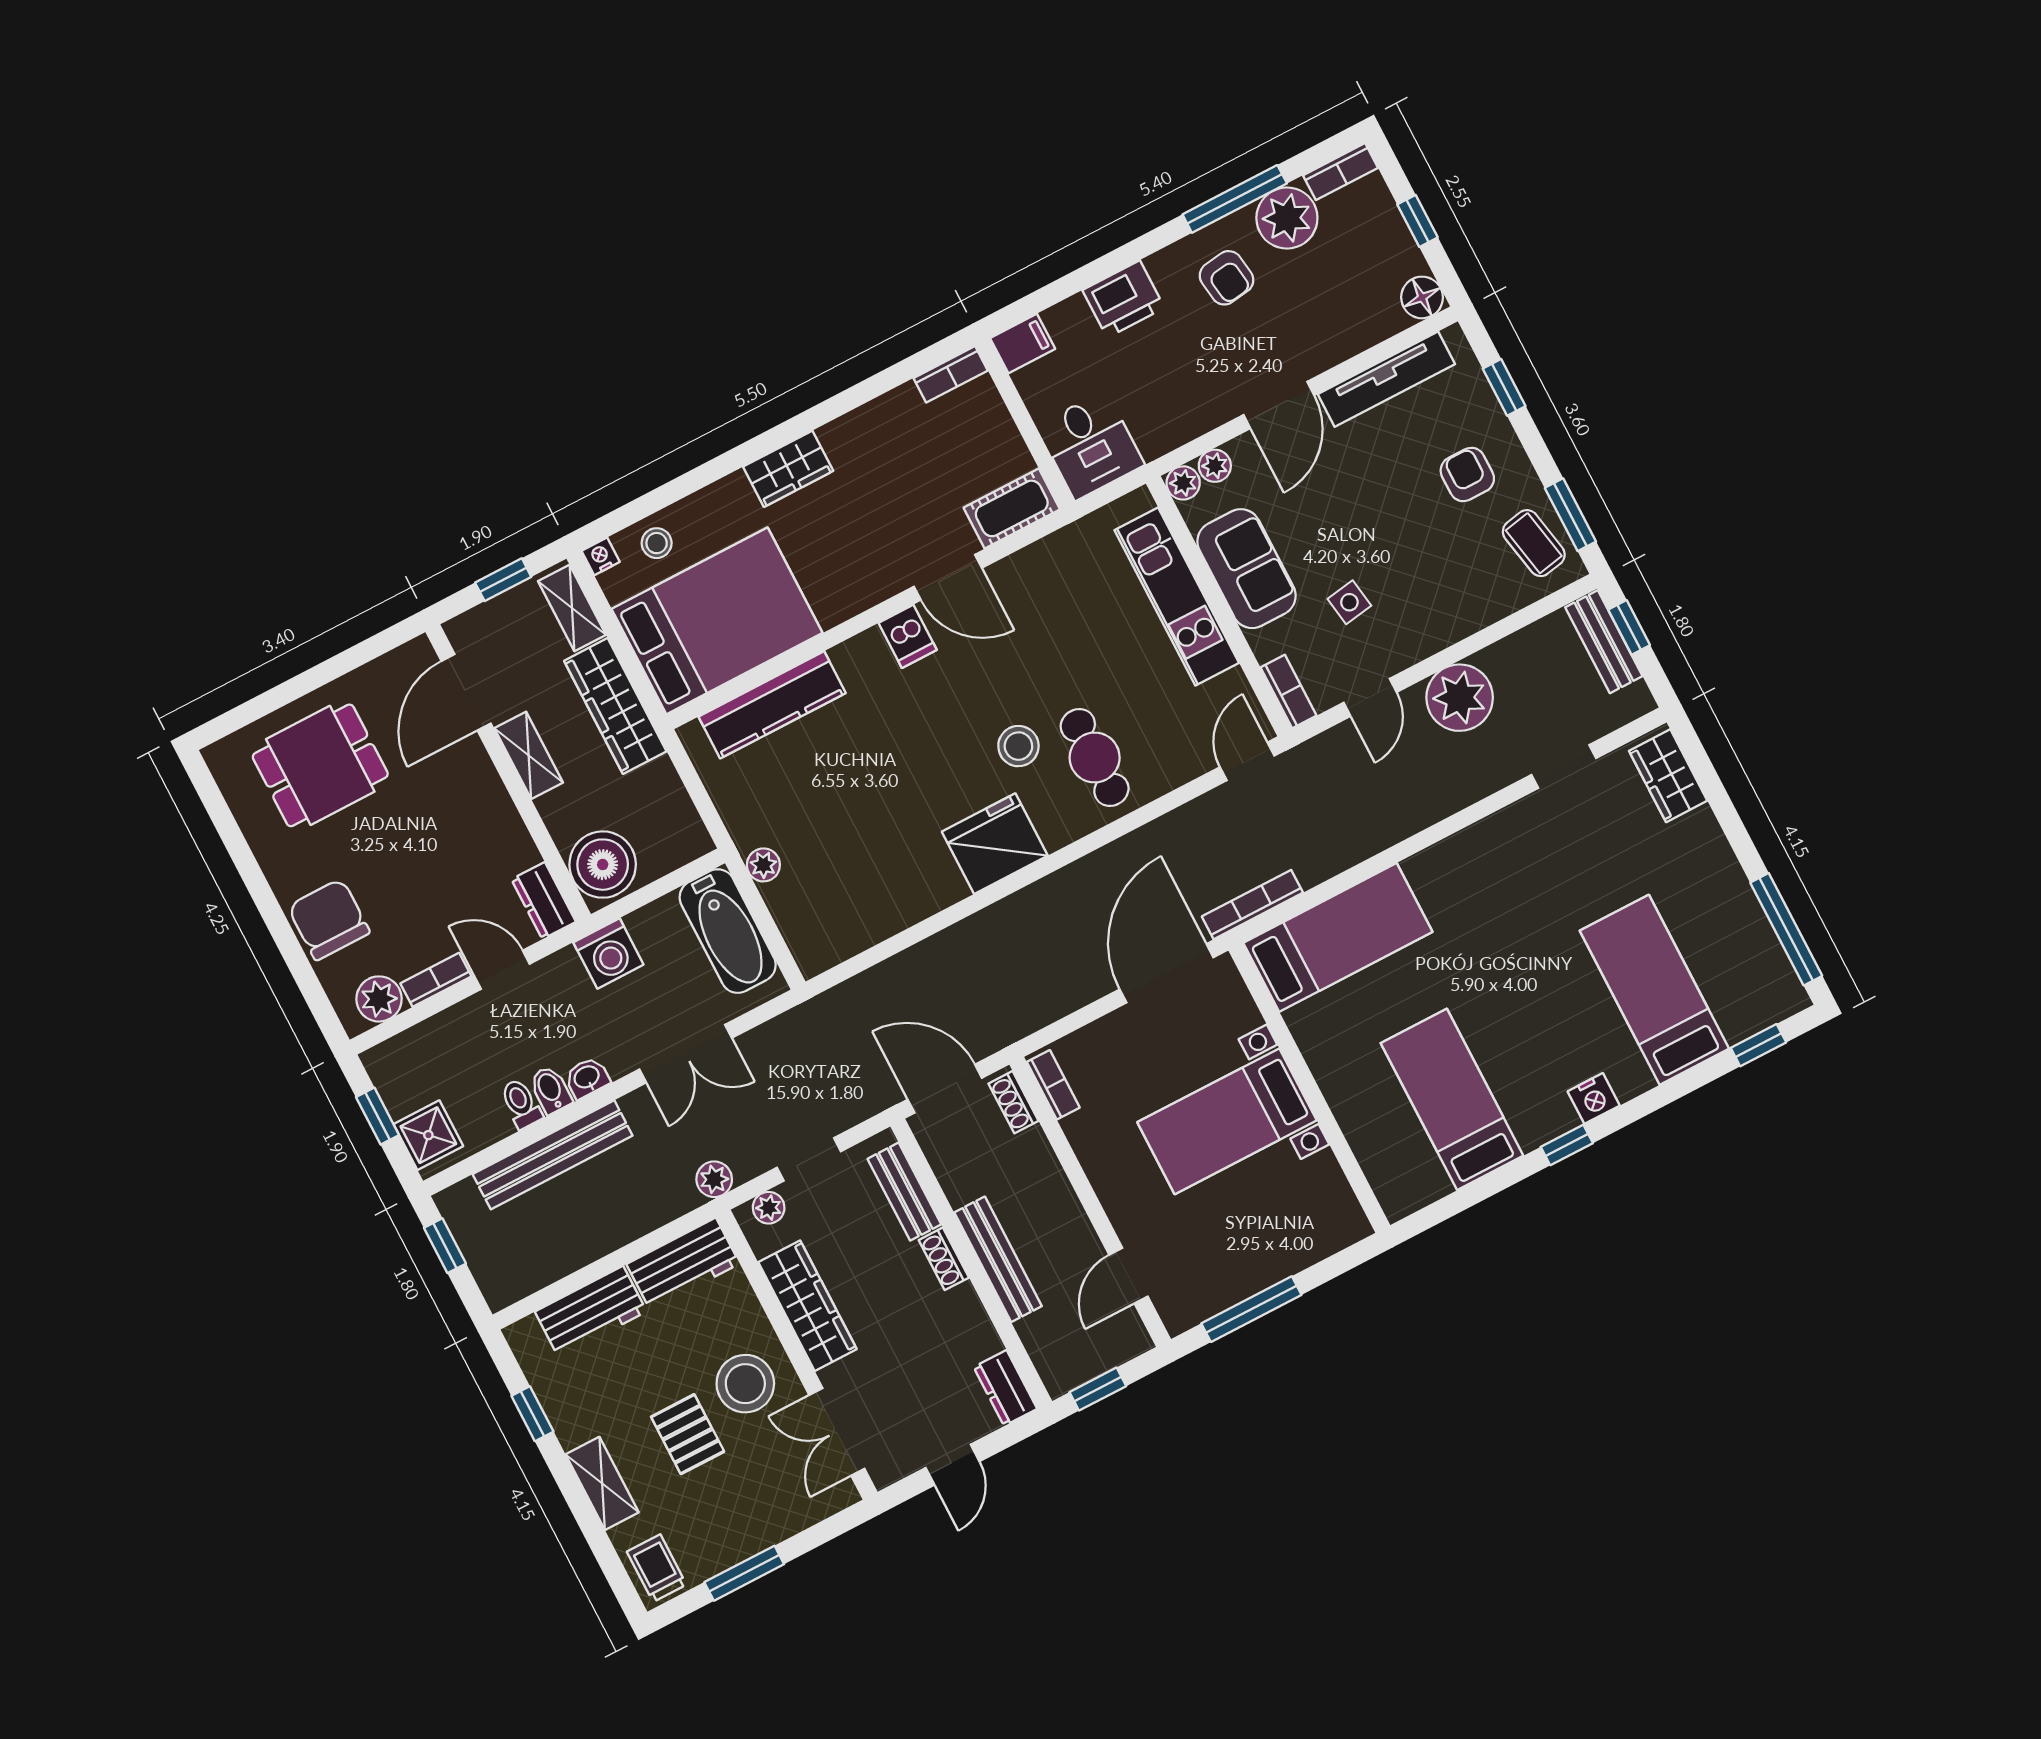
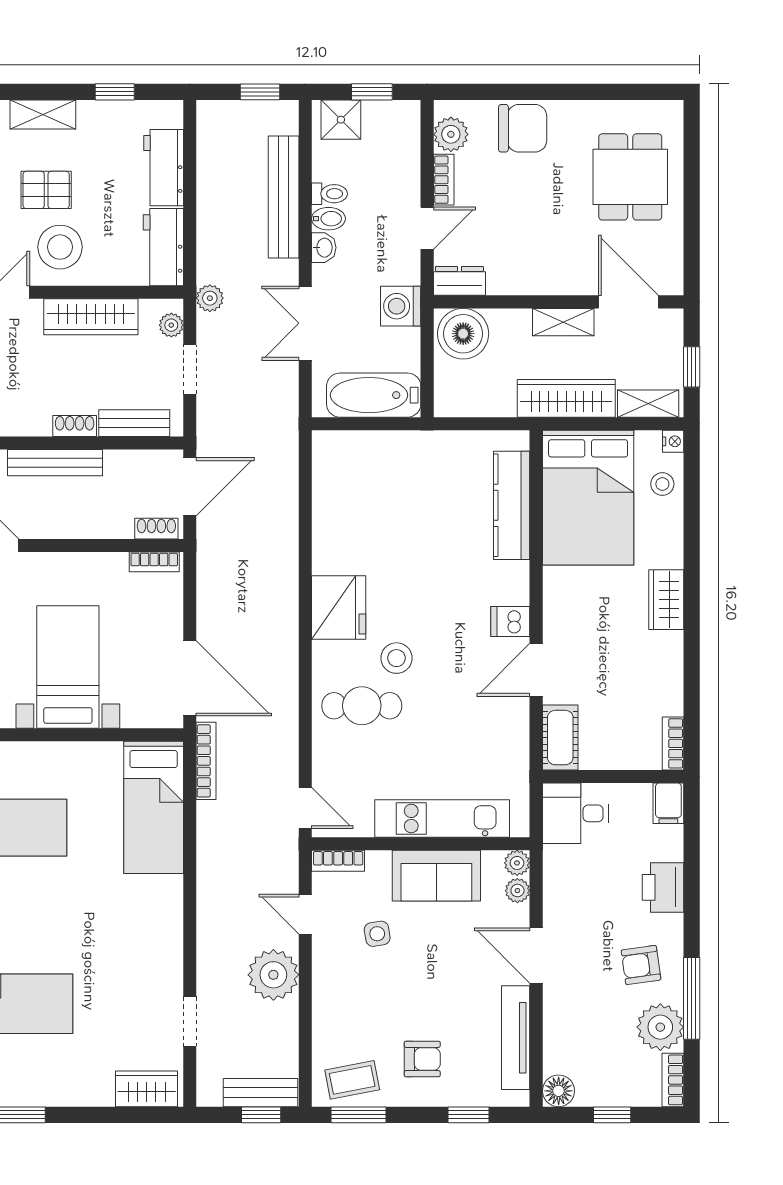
plant: (763, 865) -> (406, 443), removed

